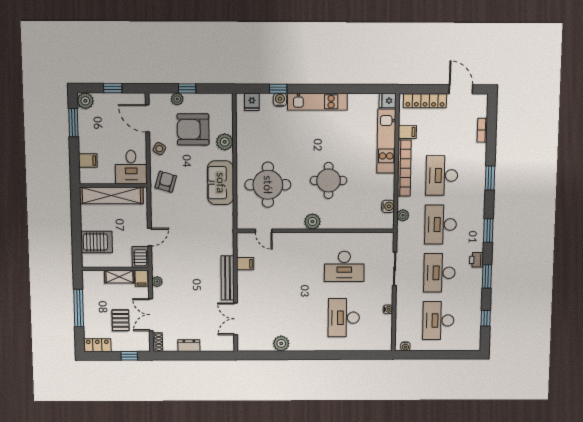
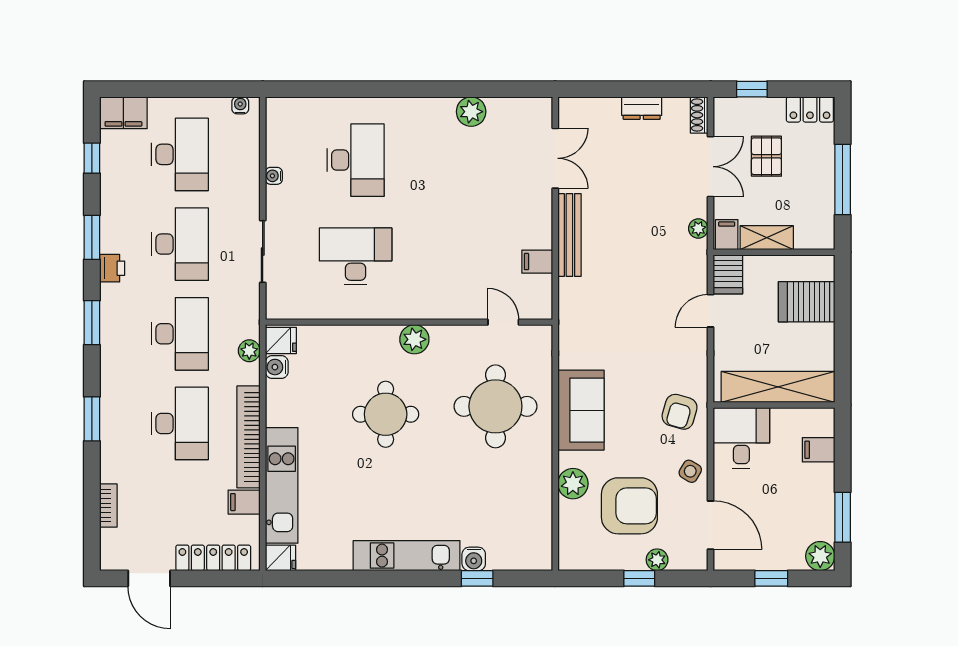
fridge: (252, 102) -> (281, 340), moved, turned 90
filing cabinet: (468, 342) -> (123, 113), added

